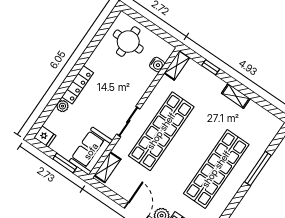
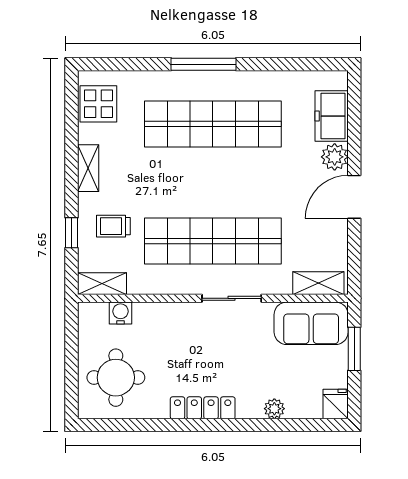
locker: (78, 85) -> (203, 408), moved
trolley: (200, 89) -> (113, 226), added
display table: (263, 122) -> (98, 104), added
window: (258, 169) -> (204, 64), moved

